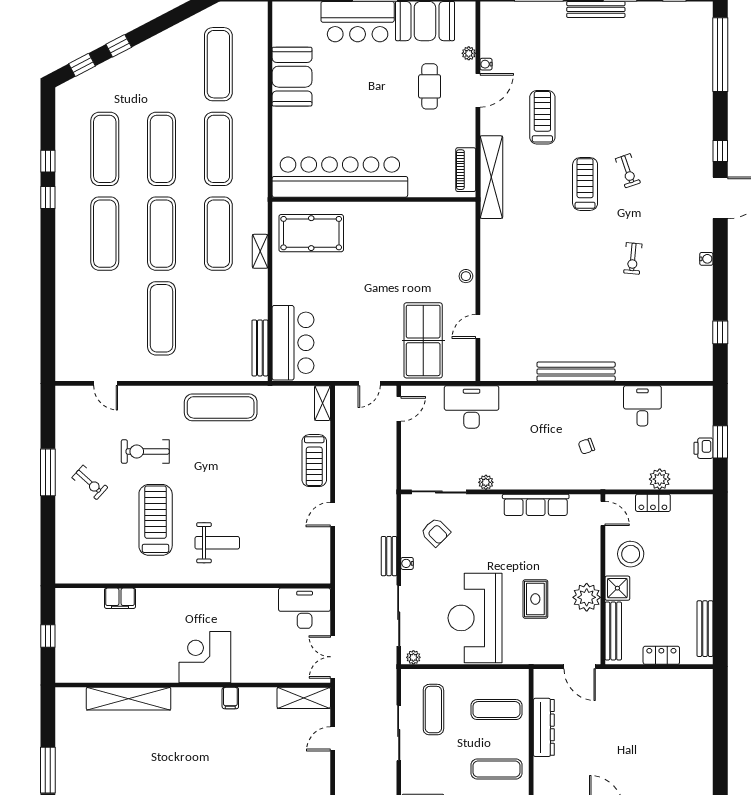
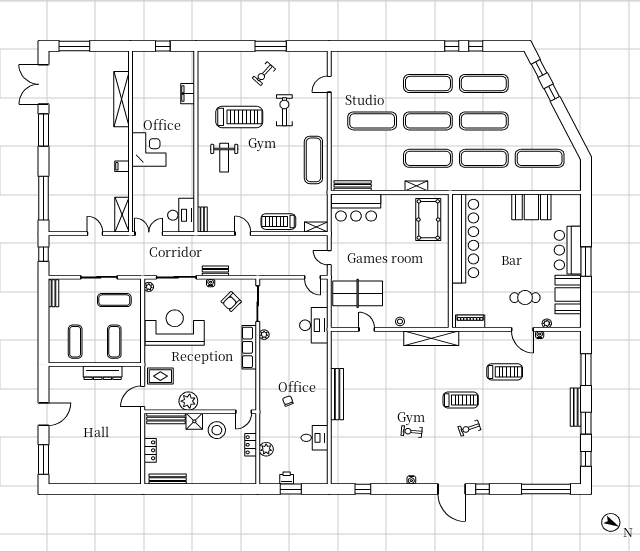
shelving: (491, 177) -> (431, 338), moved
row of seats: (536, 505) -> (249, 347), moved
bench: (311, 576) -> (202, 219), added
rug: (535, 599) -> (160, 376), moved

